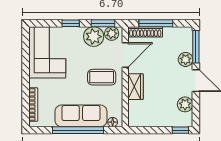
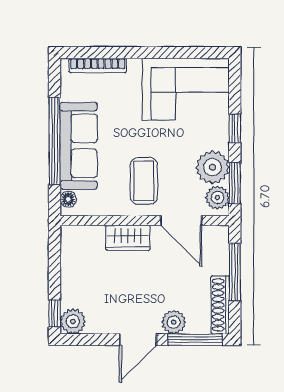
shoe rack: (145, 32) -> (220, 305), moved
plant: (185, 104) -> (73, 321), moved

